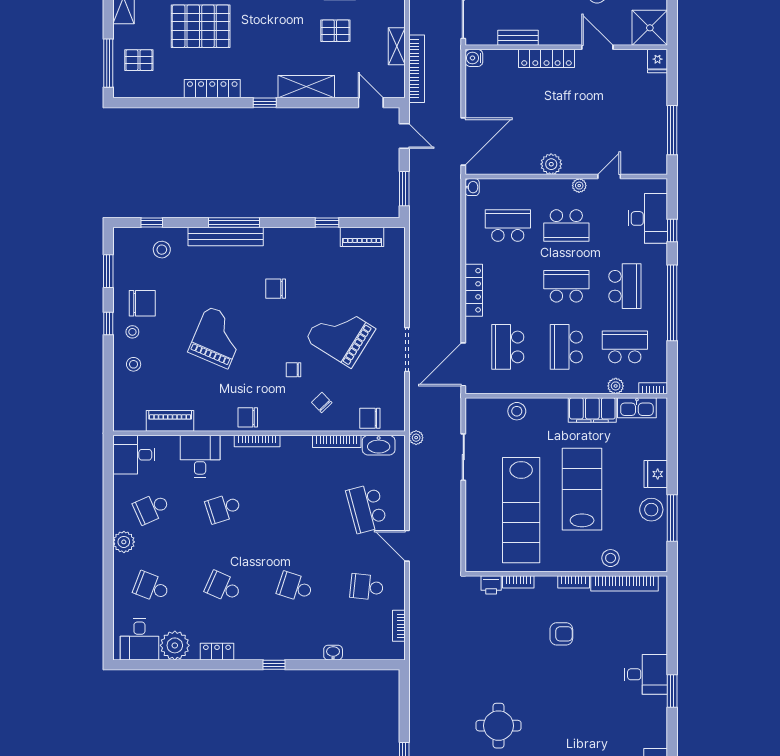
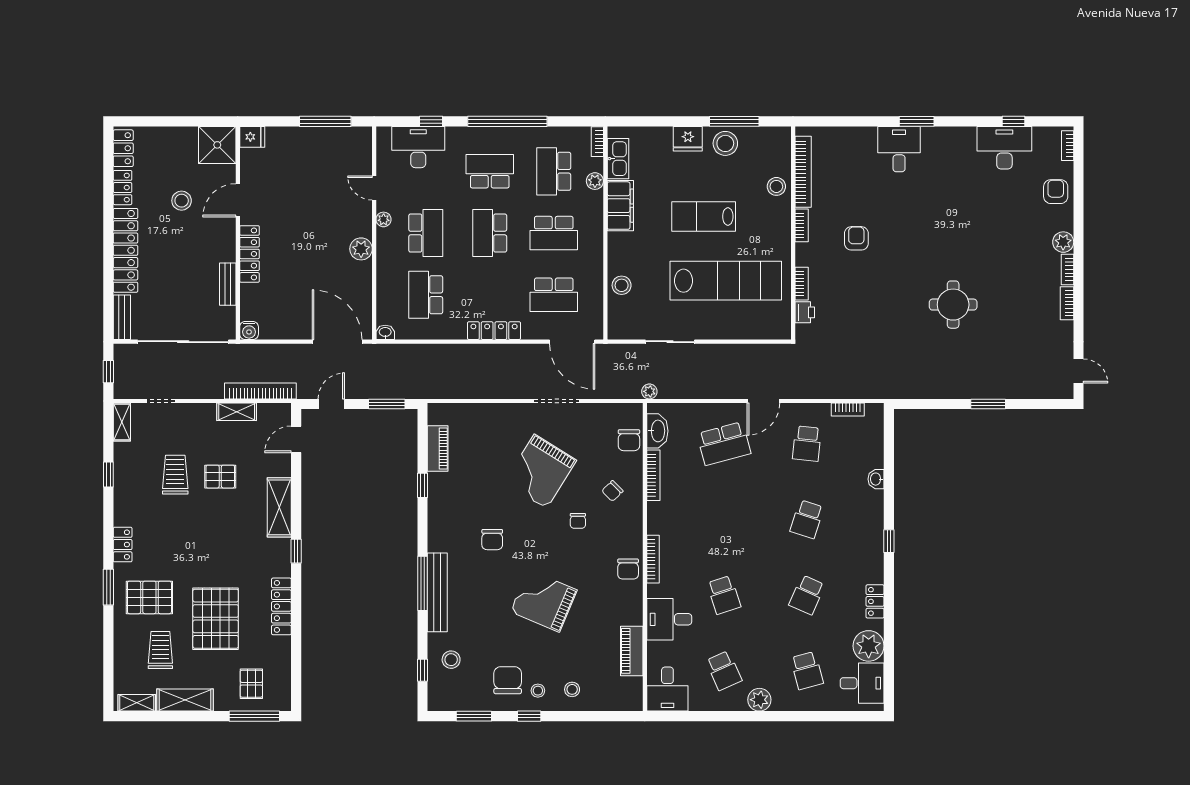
pallet: (335, 31) -> (220, 477), turned 90
lab bench: (582, 489) -> (704, 216), width x0.73, depth x0.72
school desk: (151, 587) -> (807, 671), turned -36

